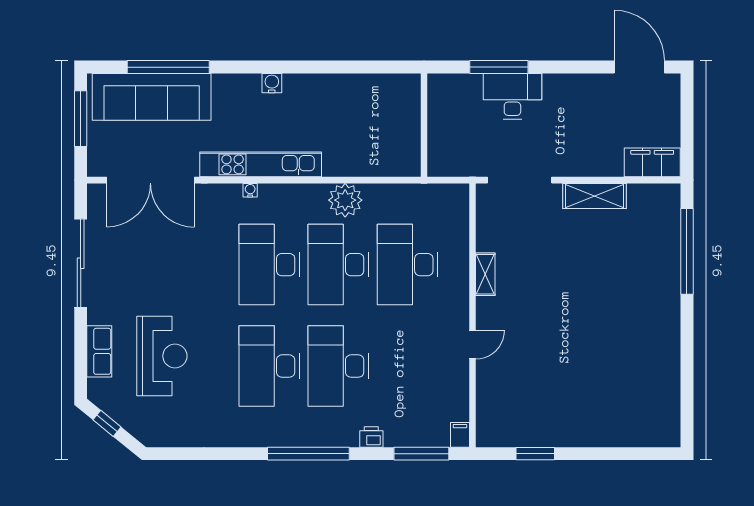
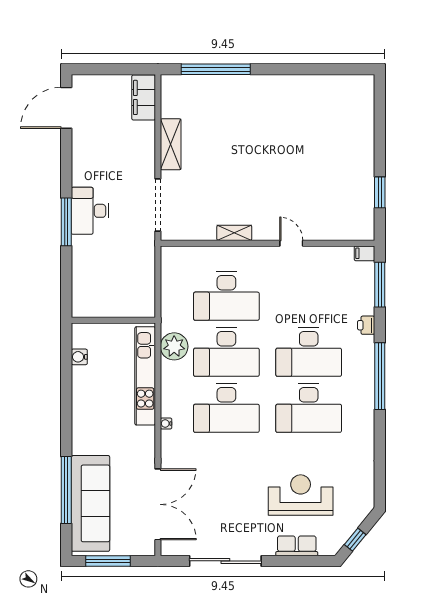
water cooler: (272, 83) -> (79, 357), moved
wall: (424, 125) -> (113, 320), moved
kitchen unit: (261, 164) -> (145, 376), moved

